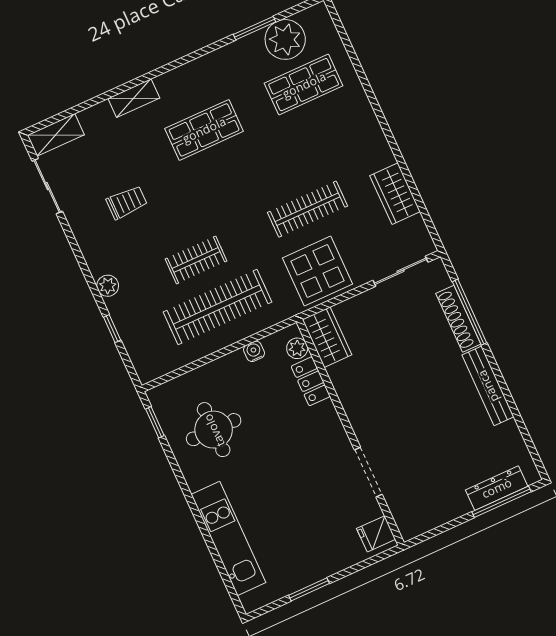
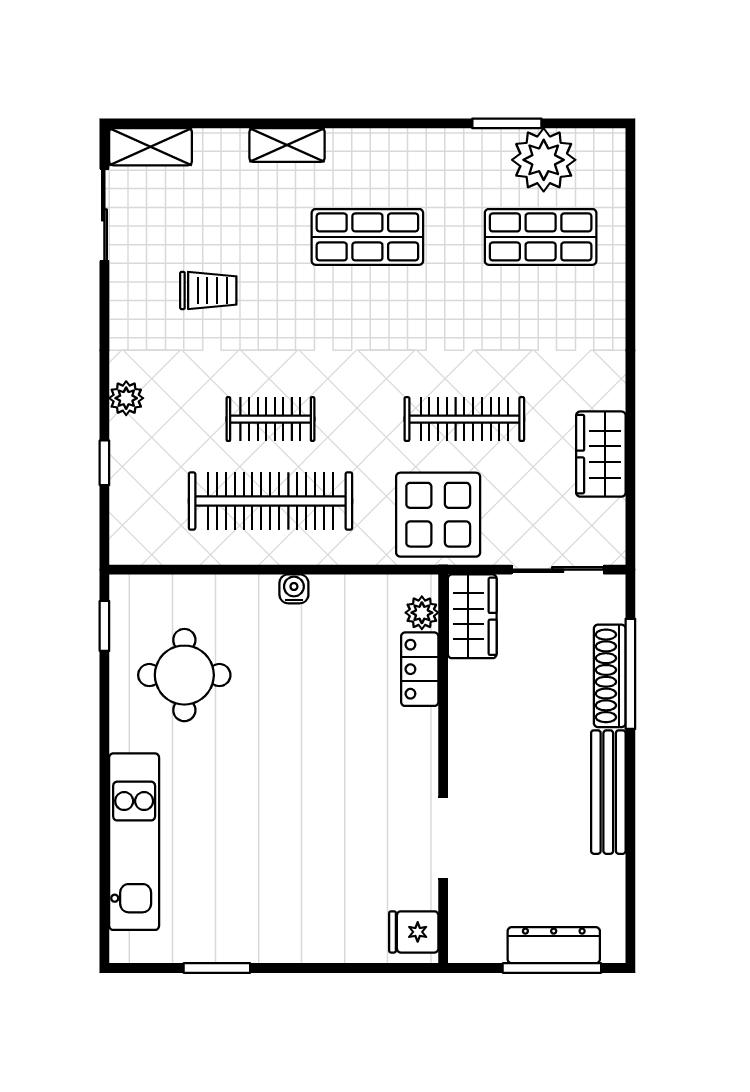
wardrobe: (327, 337) -> (472, 616), moved
plant: (297, 348) -> (422, 613), moved
locker: (311, 381) -> (420, 669), moved
wall: (350, 432) -> (443, 769), moved
doorway: (368, 472) -> (443, 838), moved
fridge: (376, 534) -> (414, 932), moved

